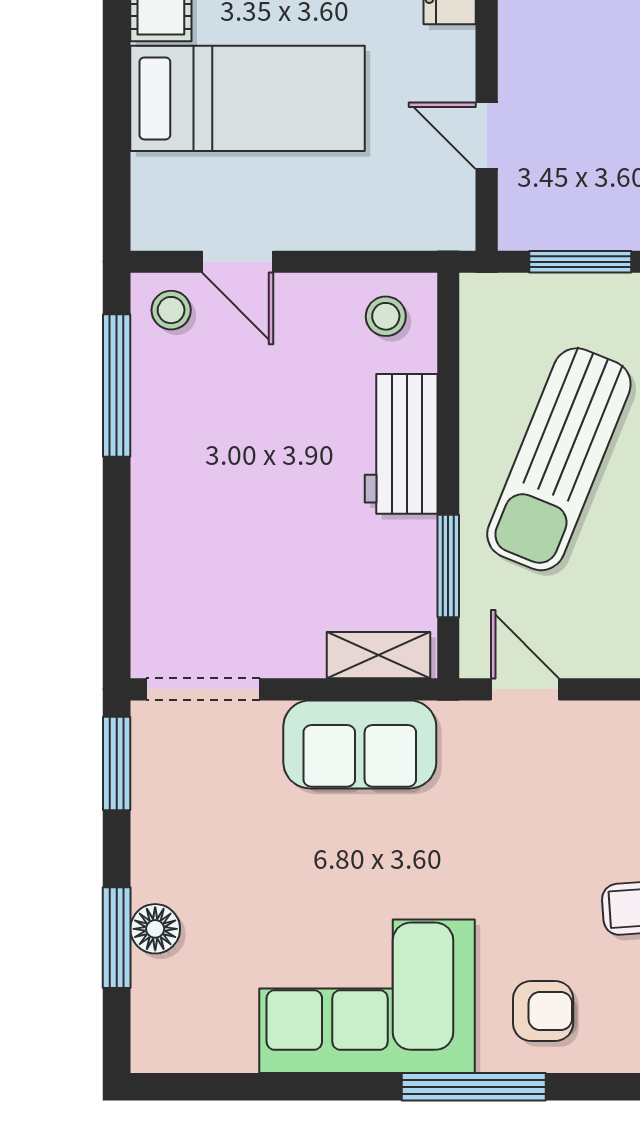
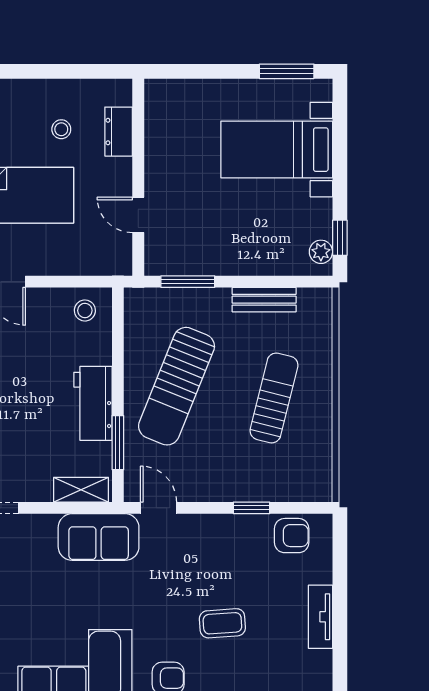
workbench: (401, 444) -> (93, 403), moved
sofa: (360, 744) -> (99, 537), moved

